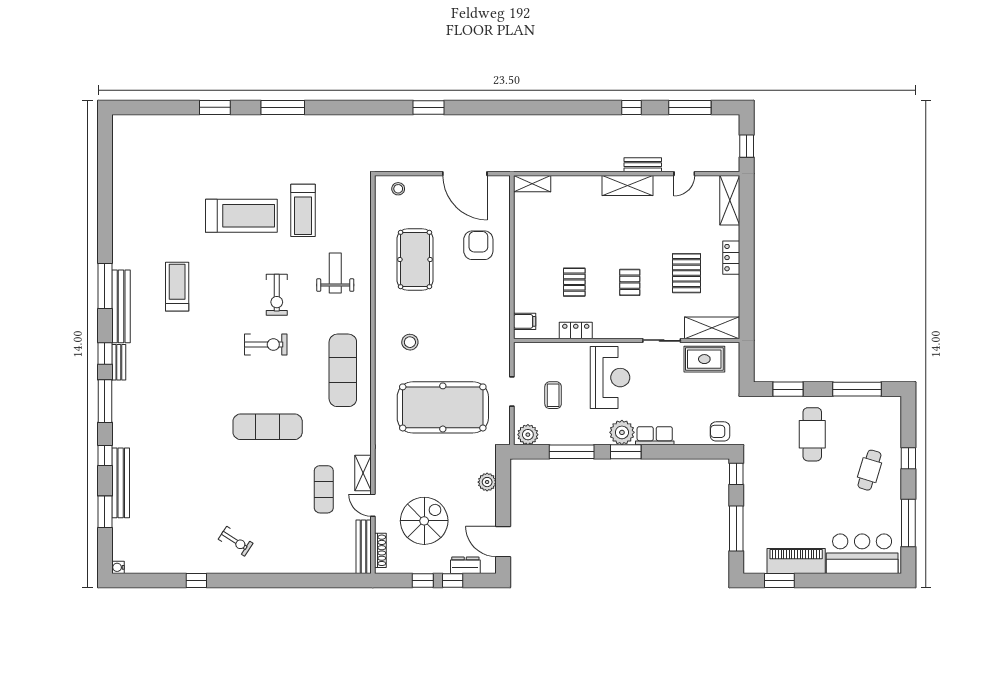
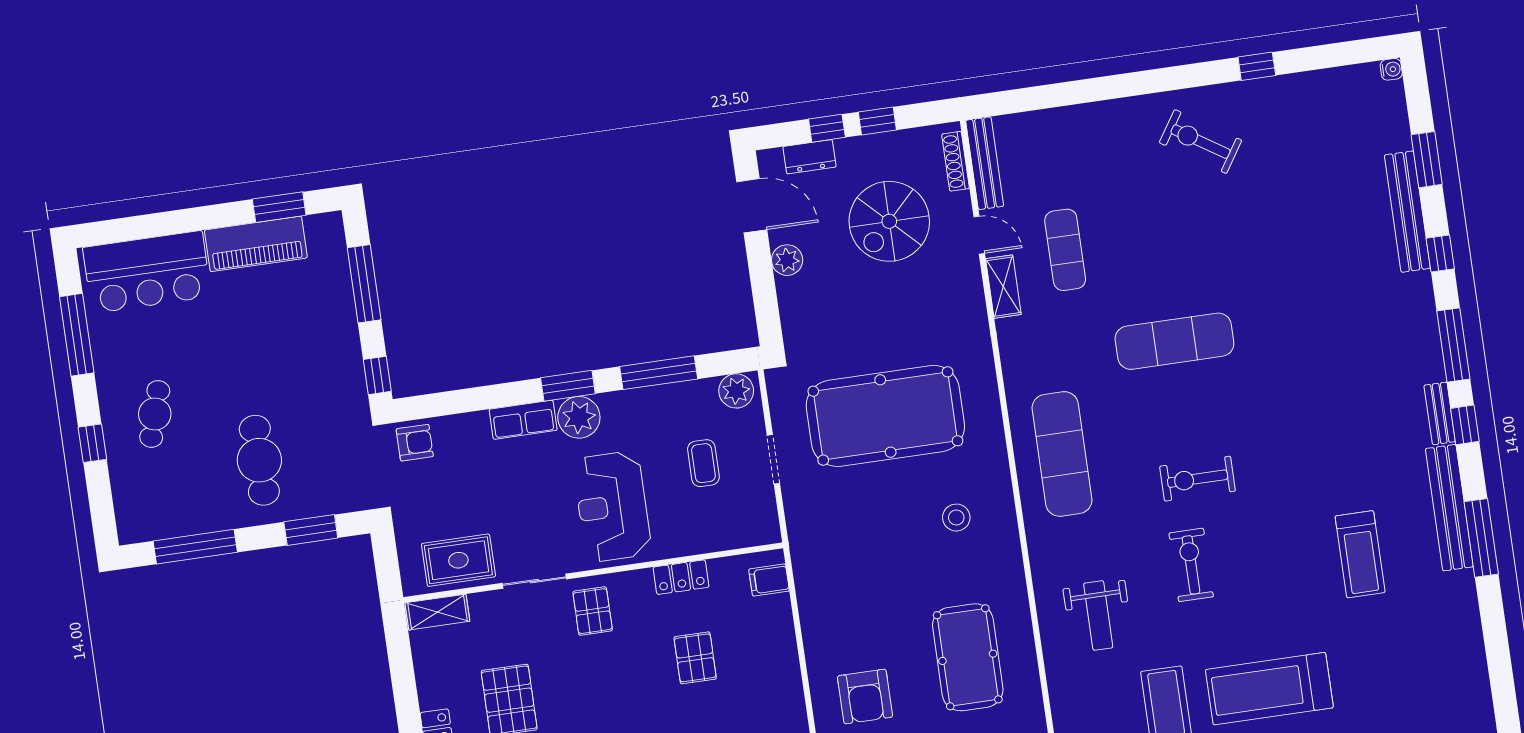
pallet: (630, 282) -> (593, 611), moved
shelving: (712, 328) -> (437, 612), width x0.67, depth x0.75
plant: (487, 482) -> (787, 260), moved
exercise bike: (236, 541) -> (1200, 142), width x1.38, depth x1.39

